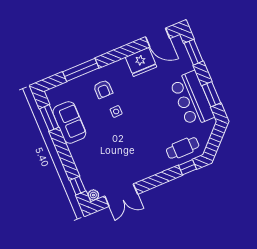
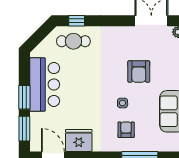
window: (211, 94) -> (24, 97), moved
armchair: (113, 145) -> (139, 72), added

